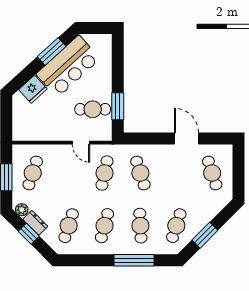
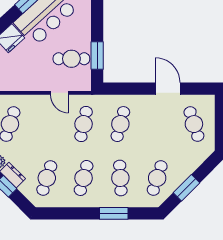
cafe table: (140, 173) -> (120, 124), turned 33
window: (134, 260) -> (114, 213), width x0.69

